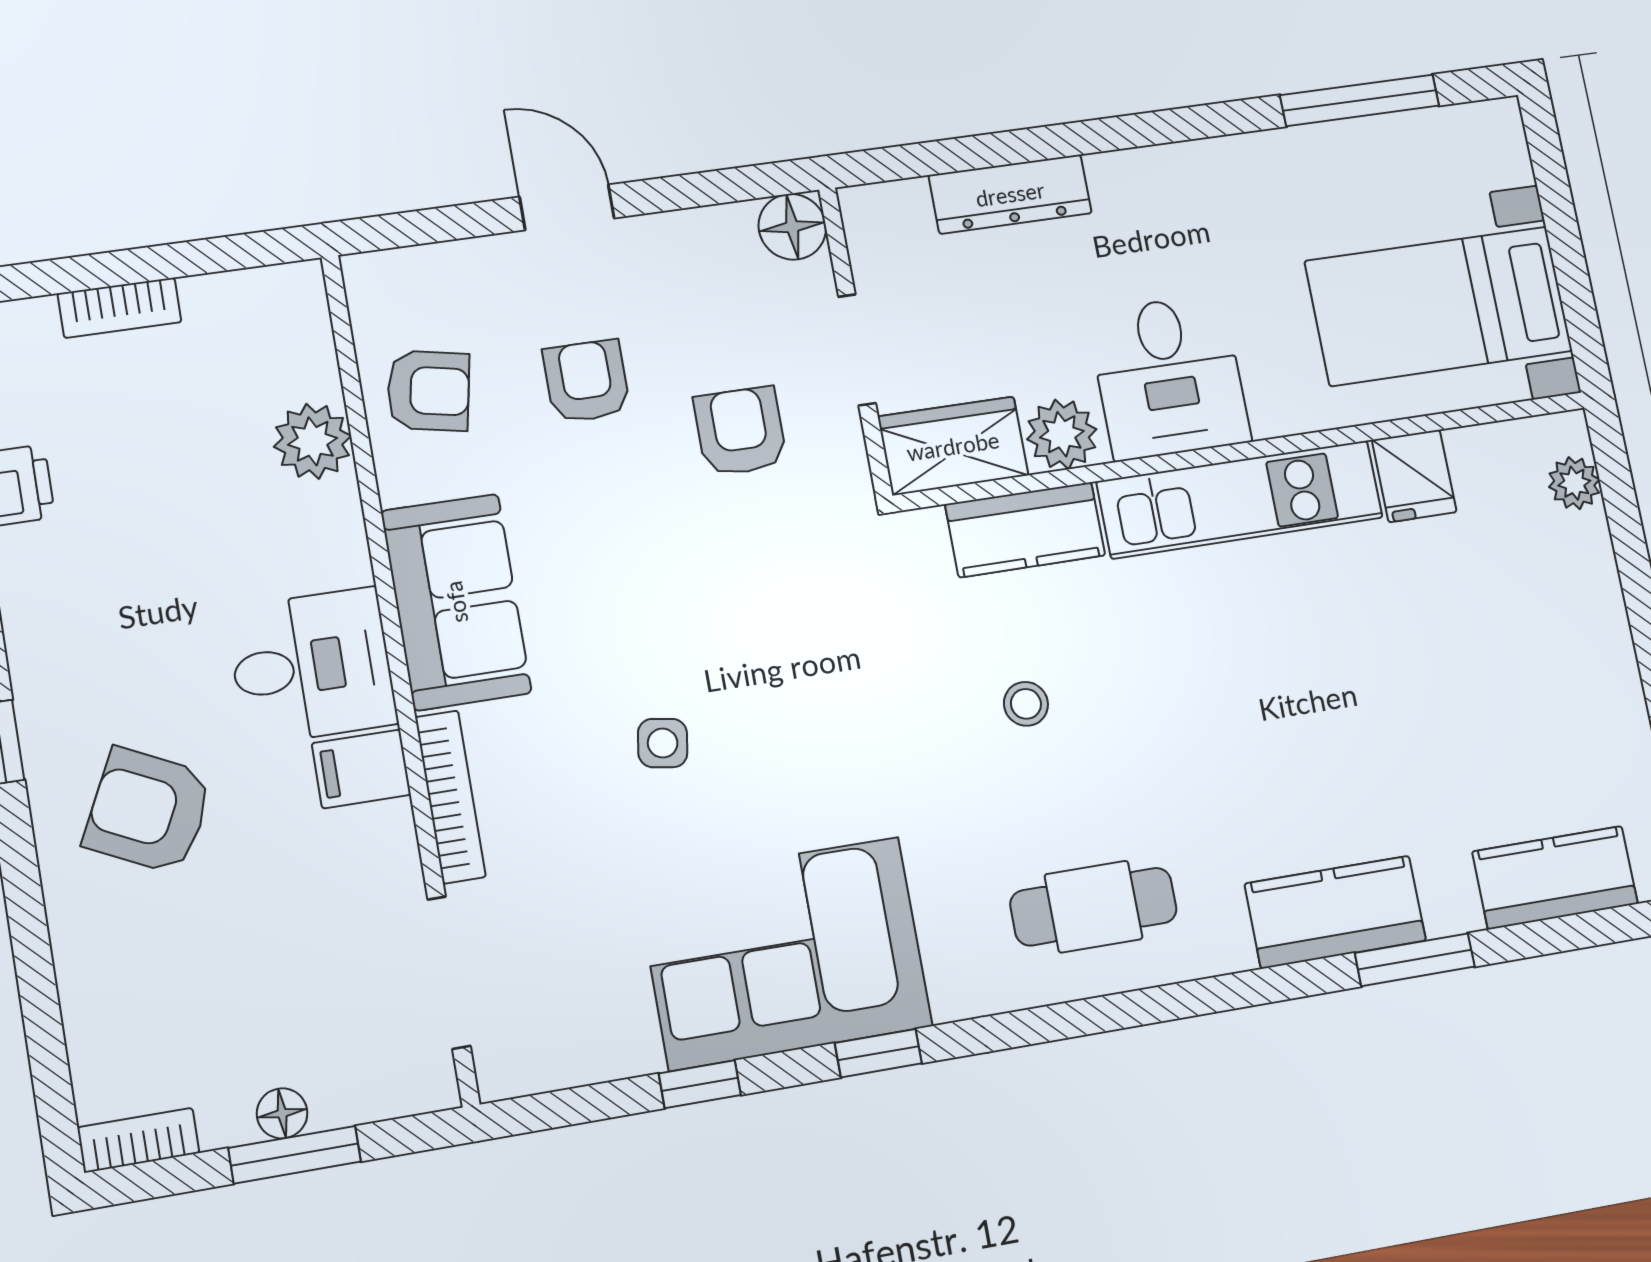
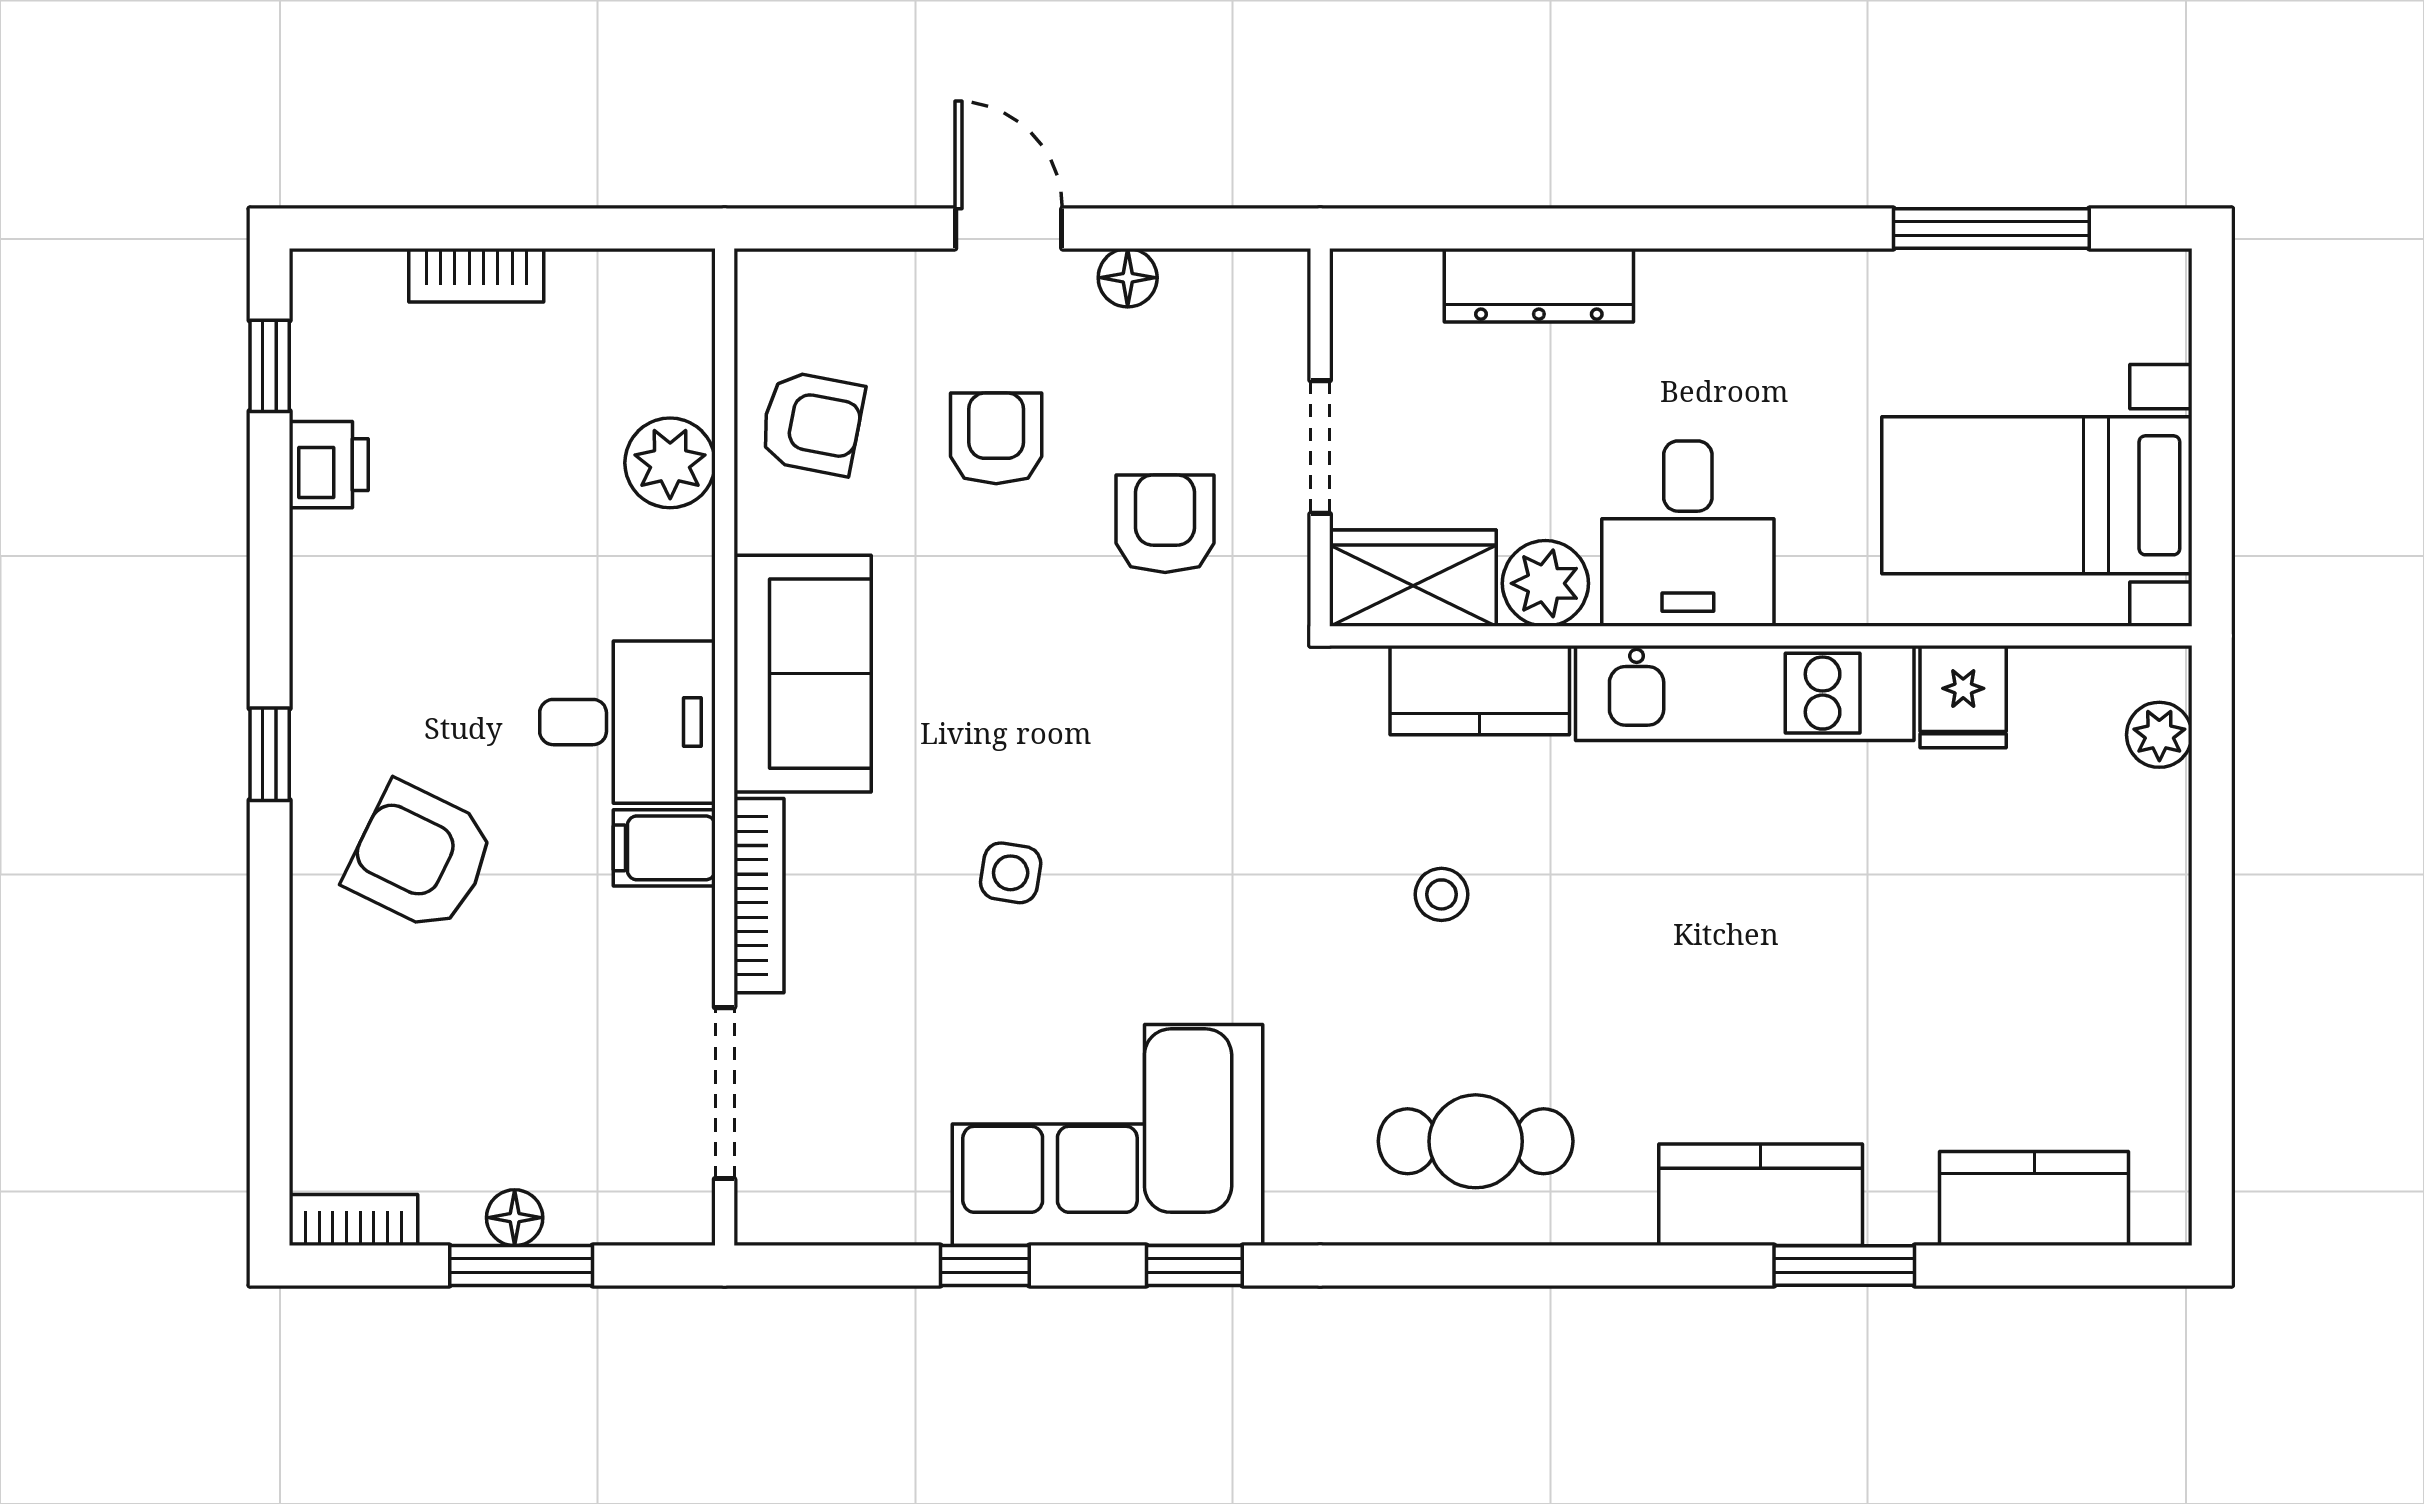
floor lamp: (792, 227) -> (1128, 278), moved, width x0.73, depth x0.73

